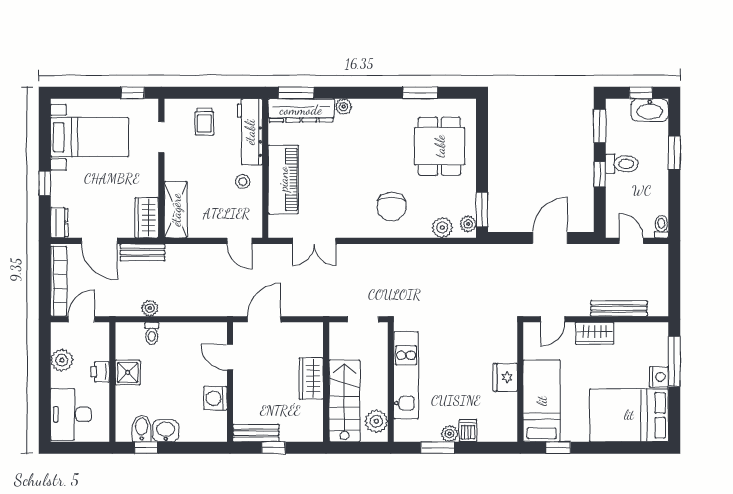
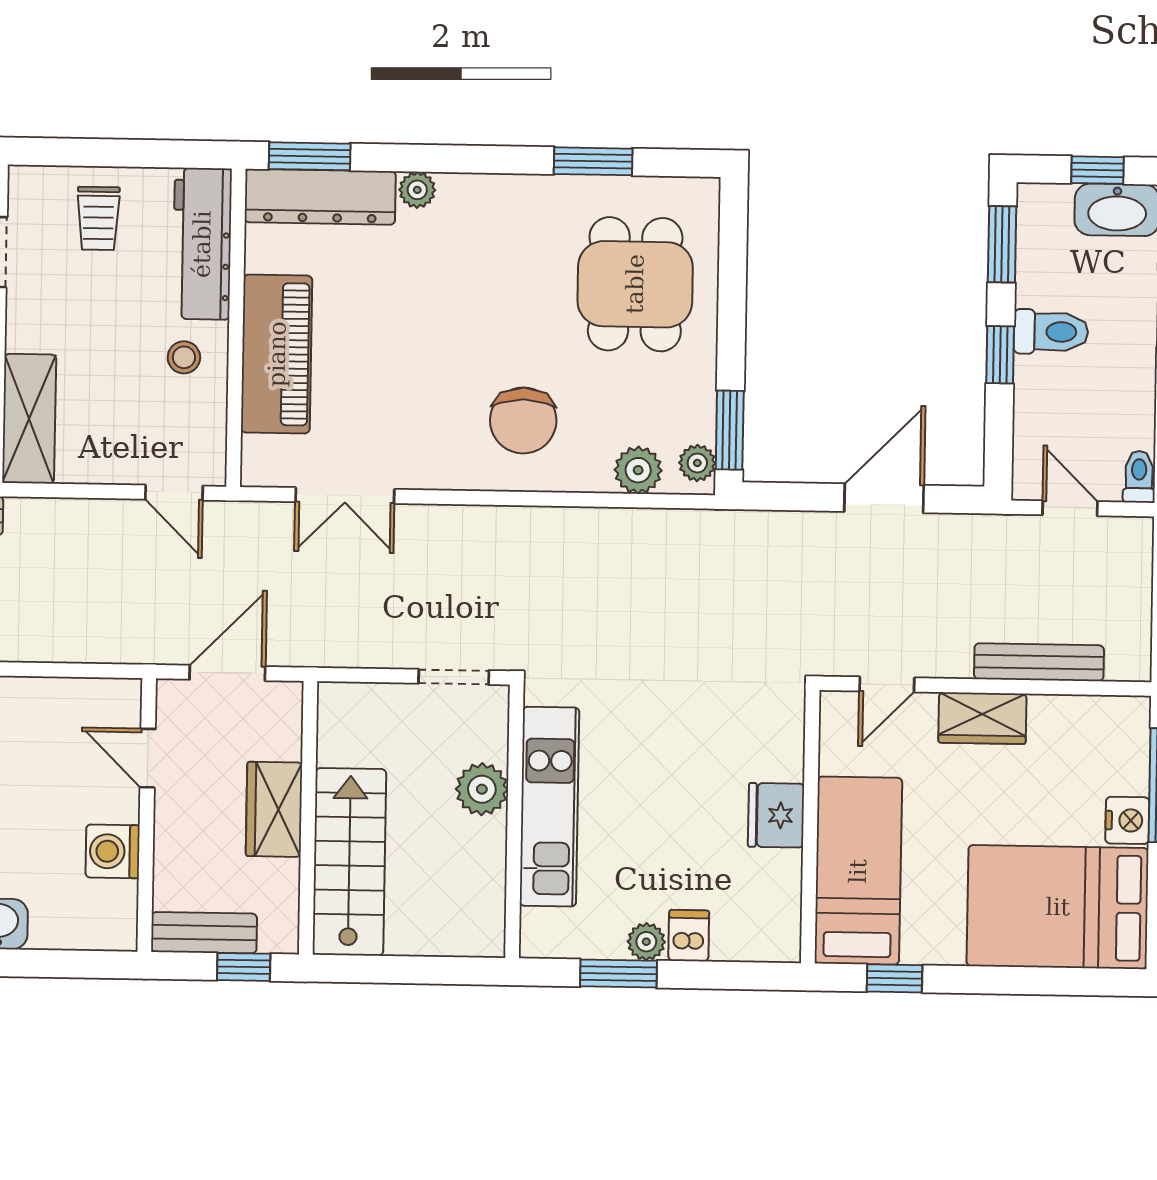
wardrobe: (311, 379) -> (274, 809), moved
wall: (326, 382) -> (308, 818), moved
stairs: (344, 401) -> (349, 862), moved
plant: (376, 421) -> (482, 789), moved

